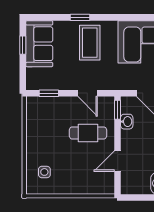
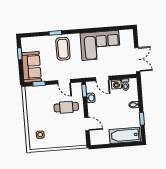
sofa: (39, 44) -> (32, 67), moved
door: (118, 161) -> (87, 124), swing flipped

